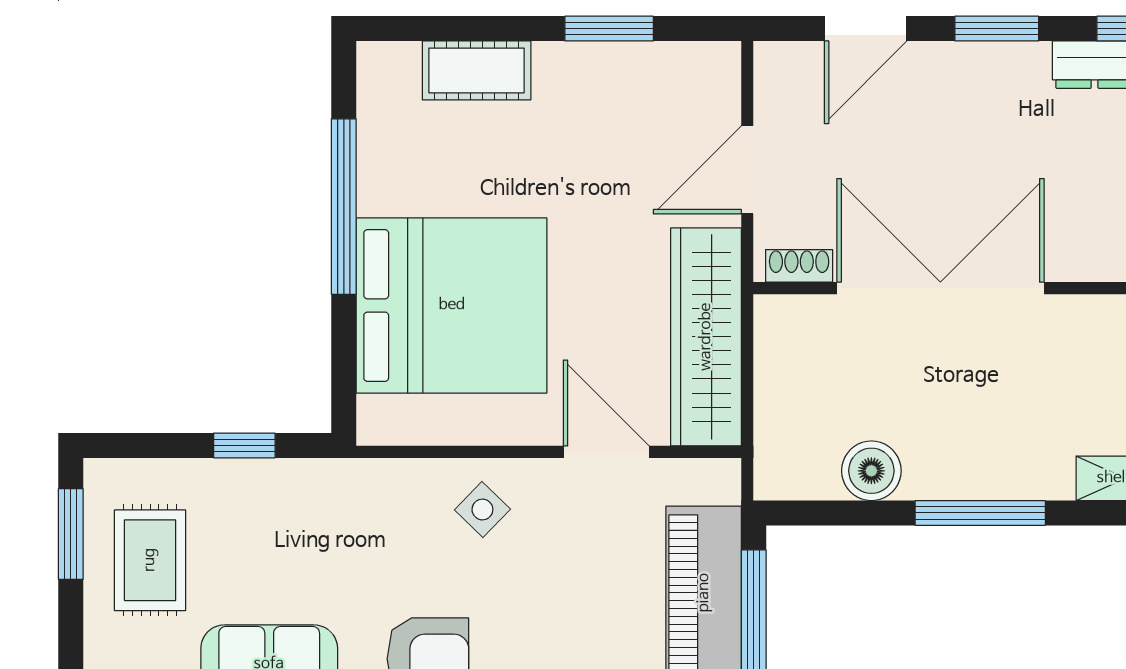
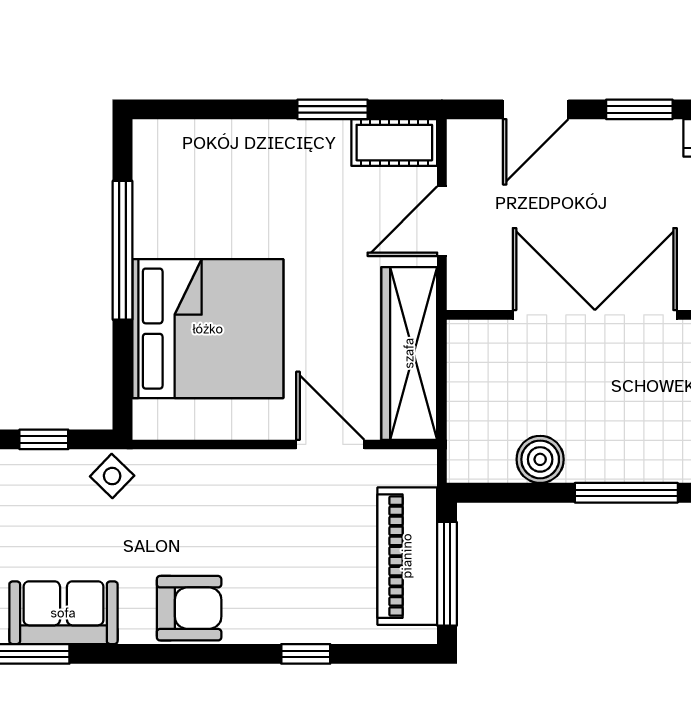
cot: (477, 70) -> (394, 143), moved
shoe rack: (799, 266) -> (483, 297), removed
side table: (482, 509) -> (112, 476), moved

